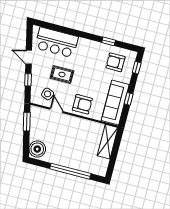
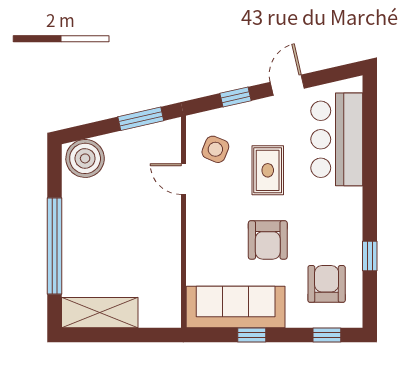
armchair: (82, 104) -> (268, 240), moved
door: (56, 110) -> (183, 179), swing flipped
shelving: (108, 142) -> (100, 313), moved

